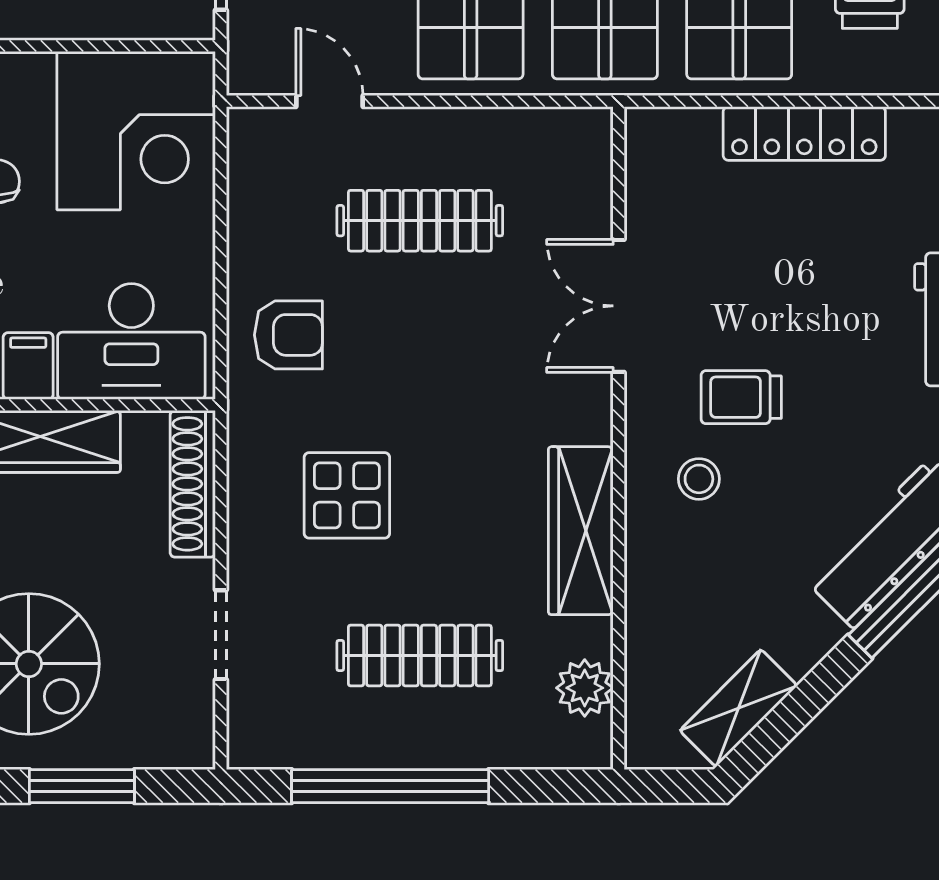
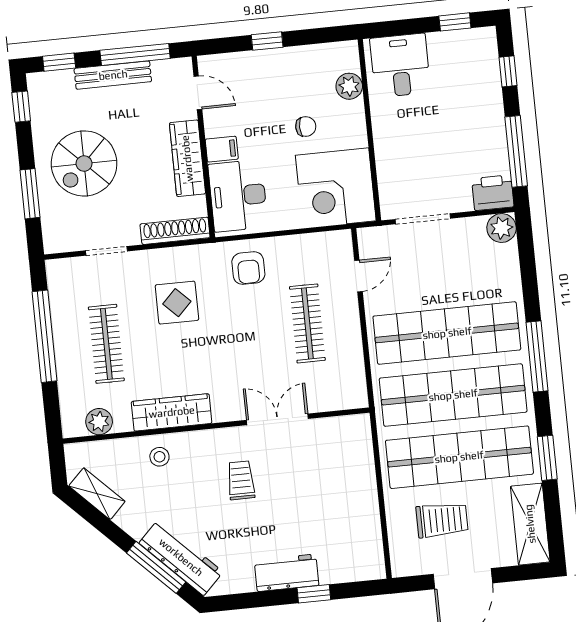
locker: (804, 133) -> (366, 497), removed
stool: (699, 479) -> (159, 457), moved

